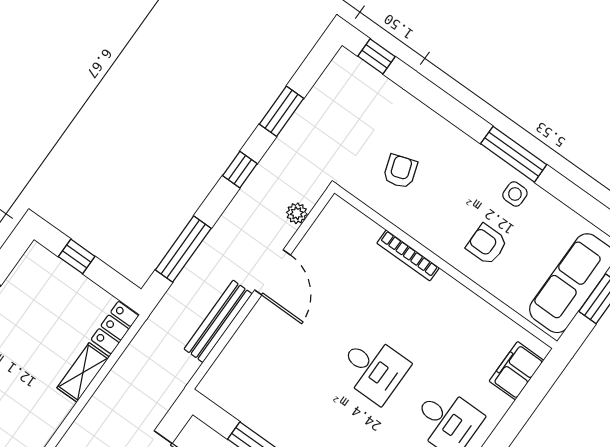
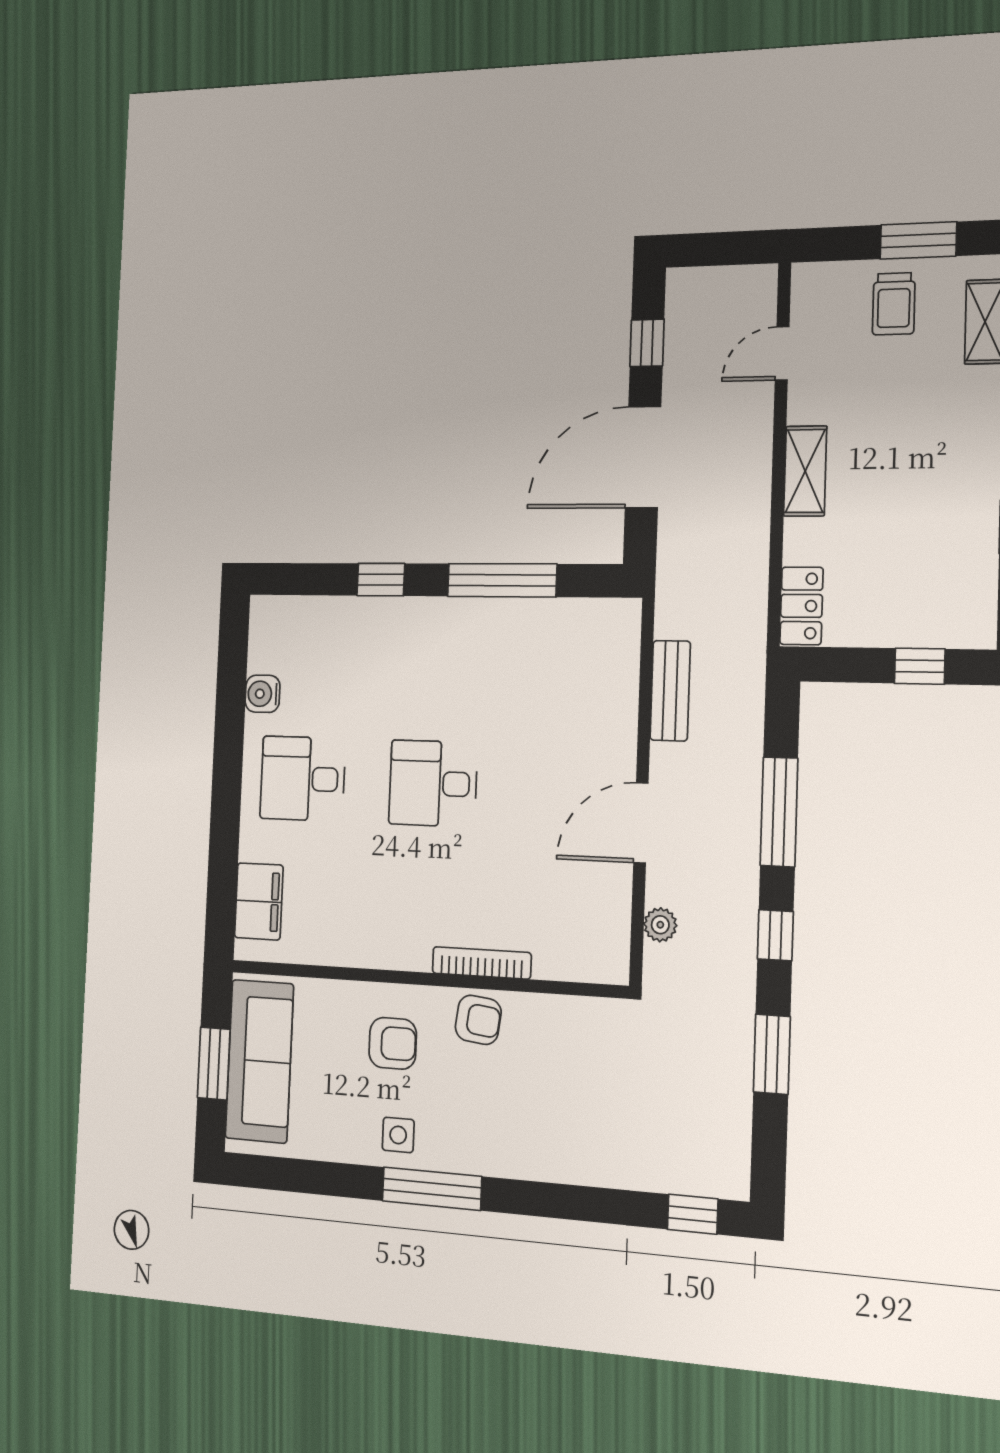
armchair: (400, 171) -> (478, 1020), moved, turned -65
window: (183, 249) -> (779, 812), moved
door: (272, 272) -> (641, 823), hinge flipped
bench: (218, 321) -> (670, 691), width x0.73
shelving: (83, 372) -> (805, 471), moved

